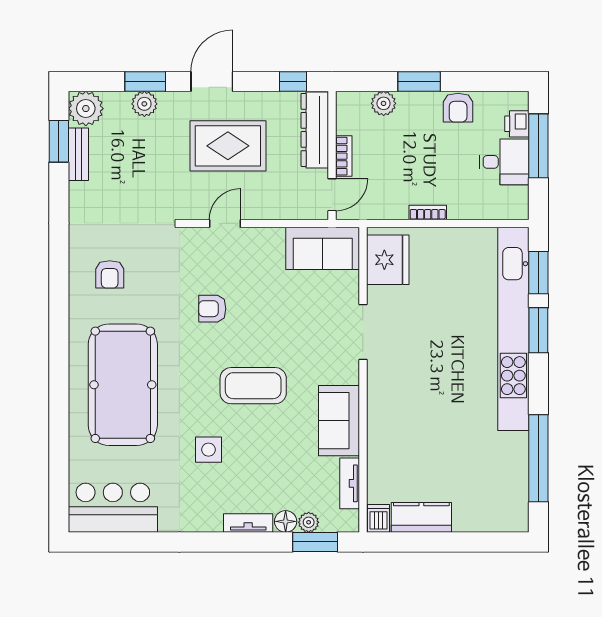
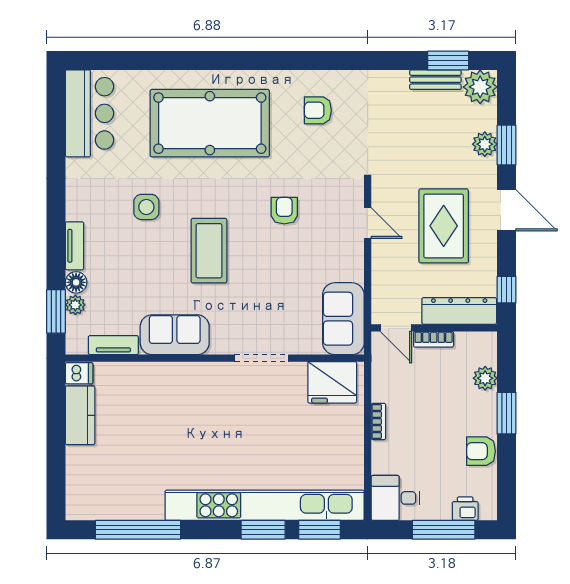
desk: (504, 162) -> (395, 498), moved, turned 90

